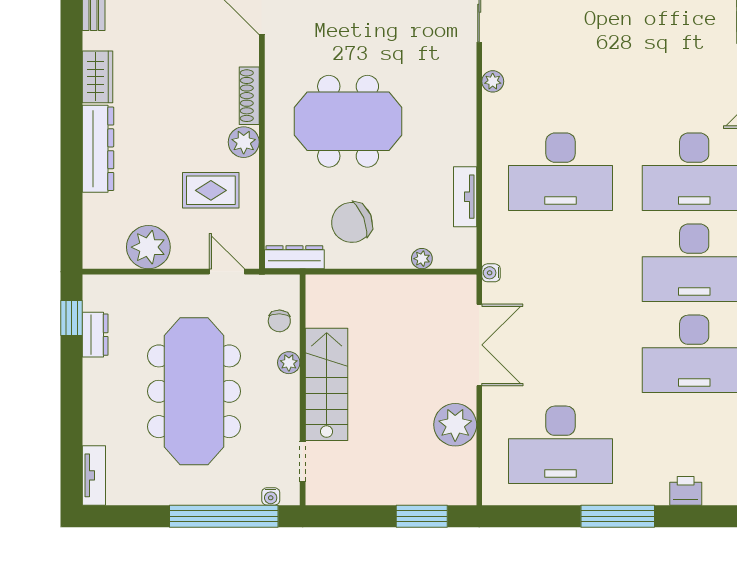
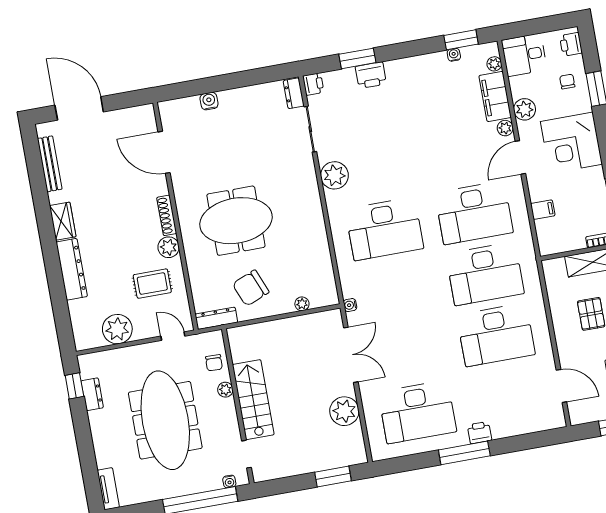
plant: (493, 81) -> (334, 175), width x1.88, depth x1.88
tv unit: (465, 197) -> (323, 257), removed
printer: (686, 491) -> (479, 433), moved

